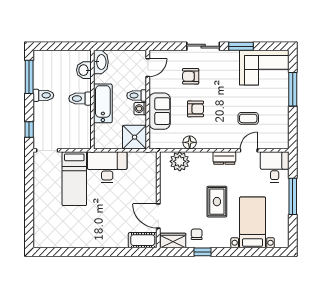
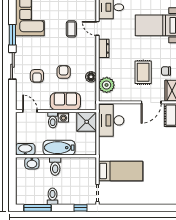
desk: (107, 167) -> (111, 120), moved
rug: (217, 202) -> (143, 72), moved, turned 90

